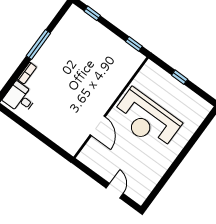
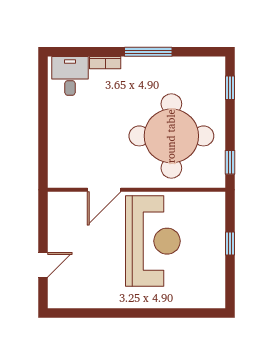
round table: (95, 66) -> (171, 136), added
reception desk: (146, 120) -> (153, 241), turned 180

